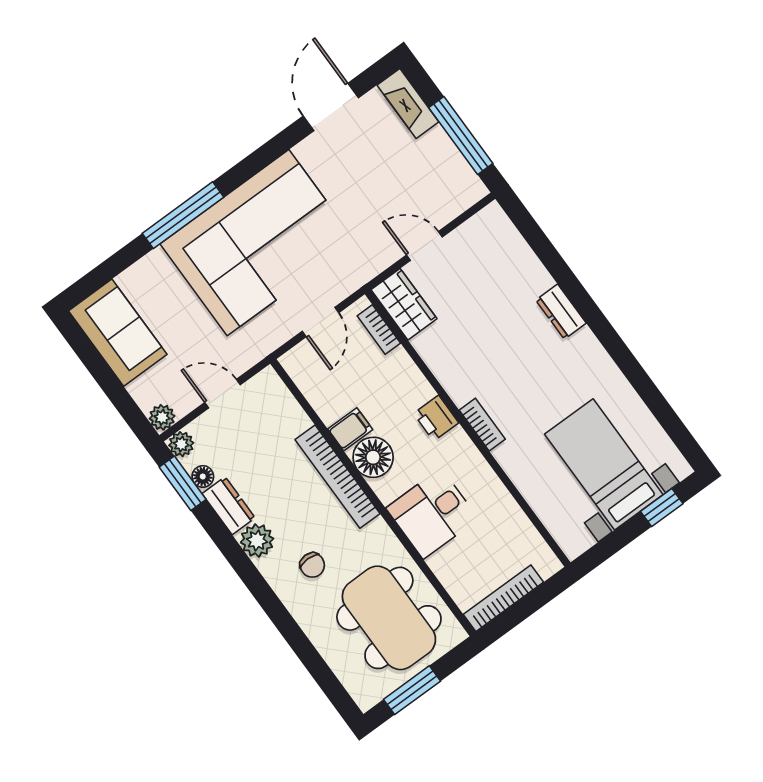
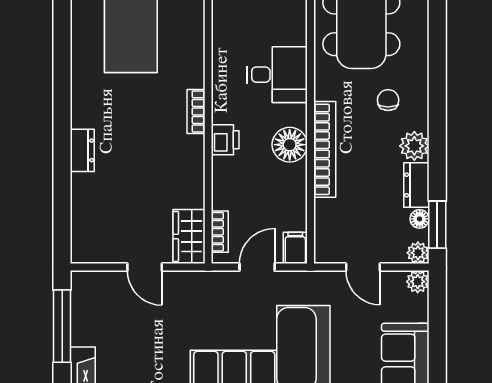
filing cabinet: (350, 429) -> (295, 248), moved, turned 90

